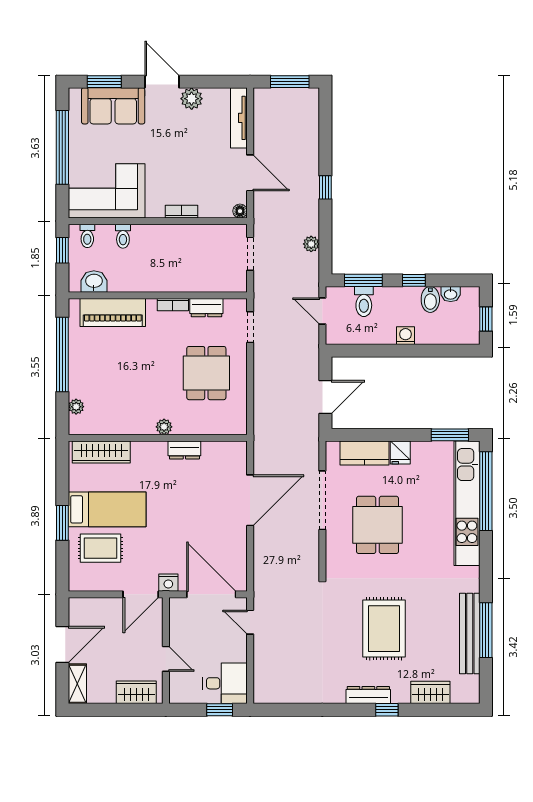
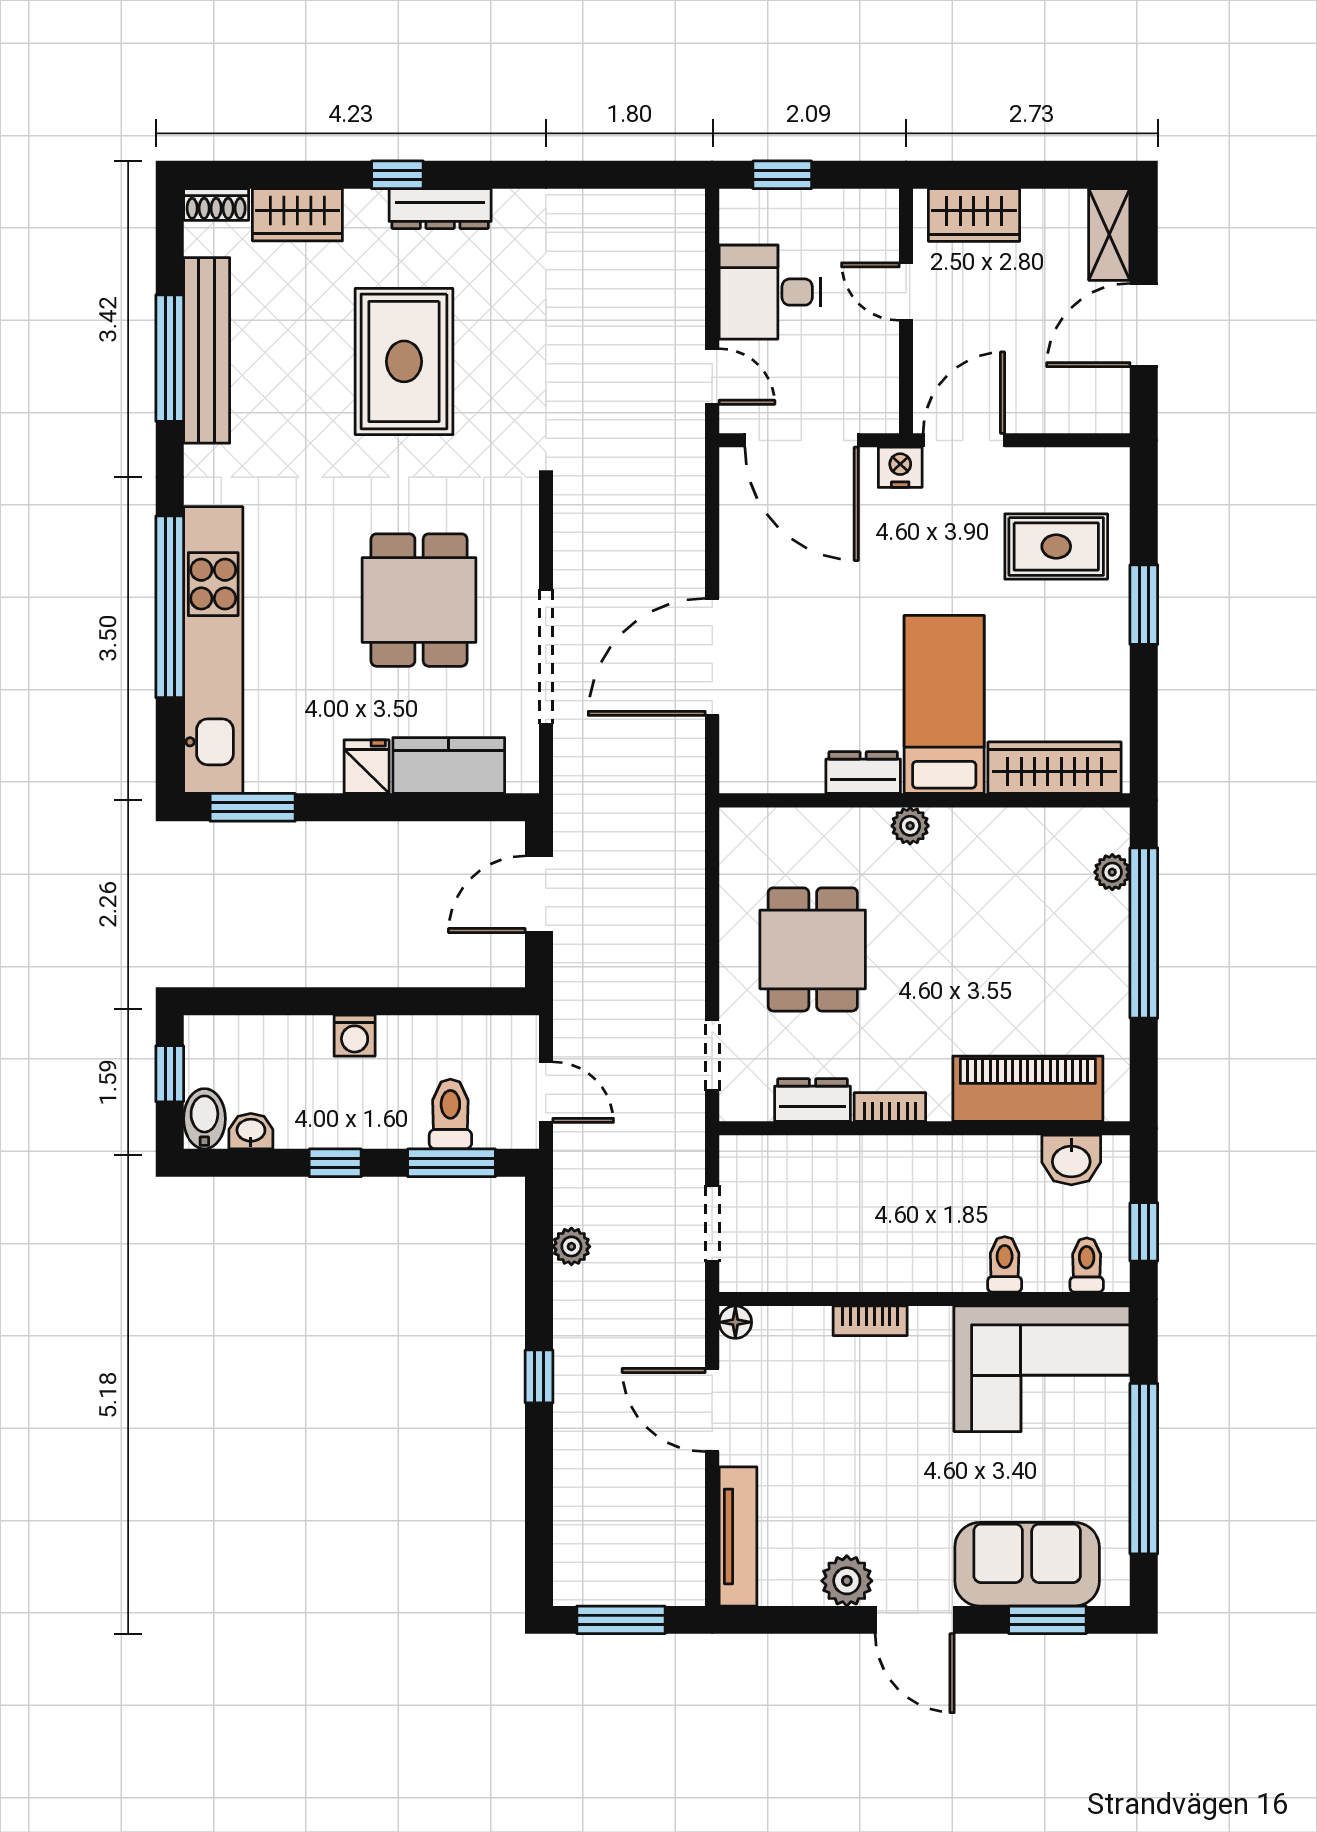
bidet: (430, 299) -> (204, 1119), moved
window: (62, 355) -> (1144, 933), moved
window: (486, 491) -> (170, 607), moved
bed: (107, 509) -> (944, 704), moved, turned 90
desk: (225, 683) -> (770, 292), moved
shoe rack: (466, 697) -> (216, 204), added

